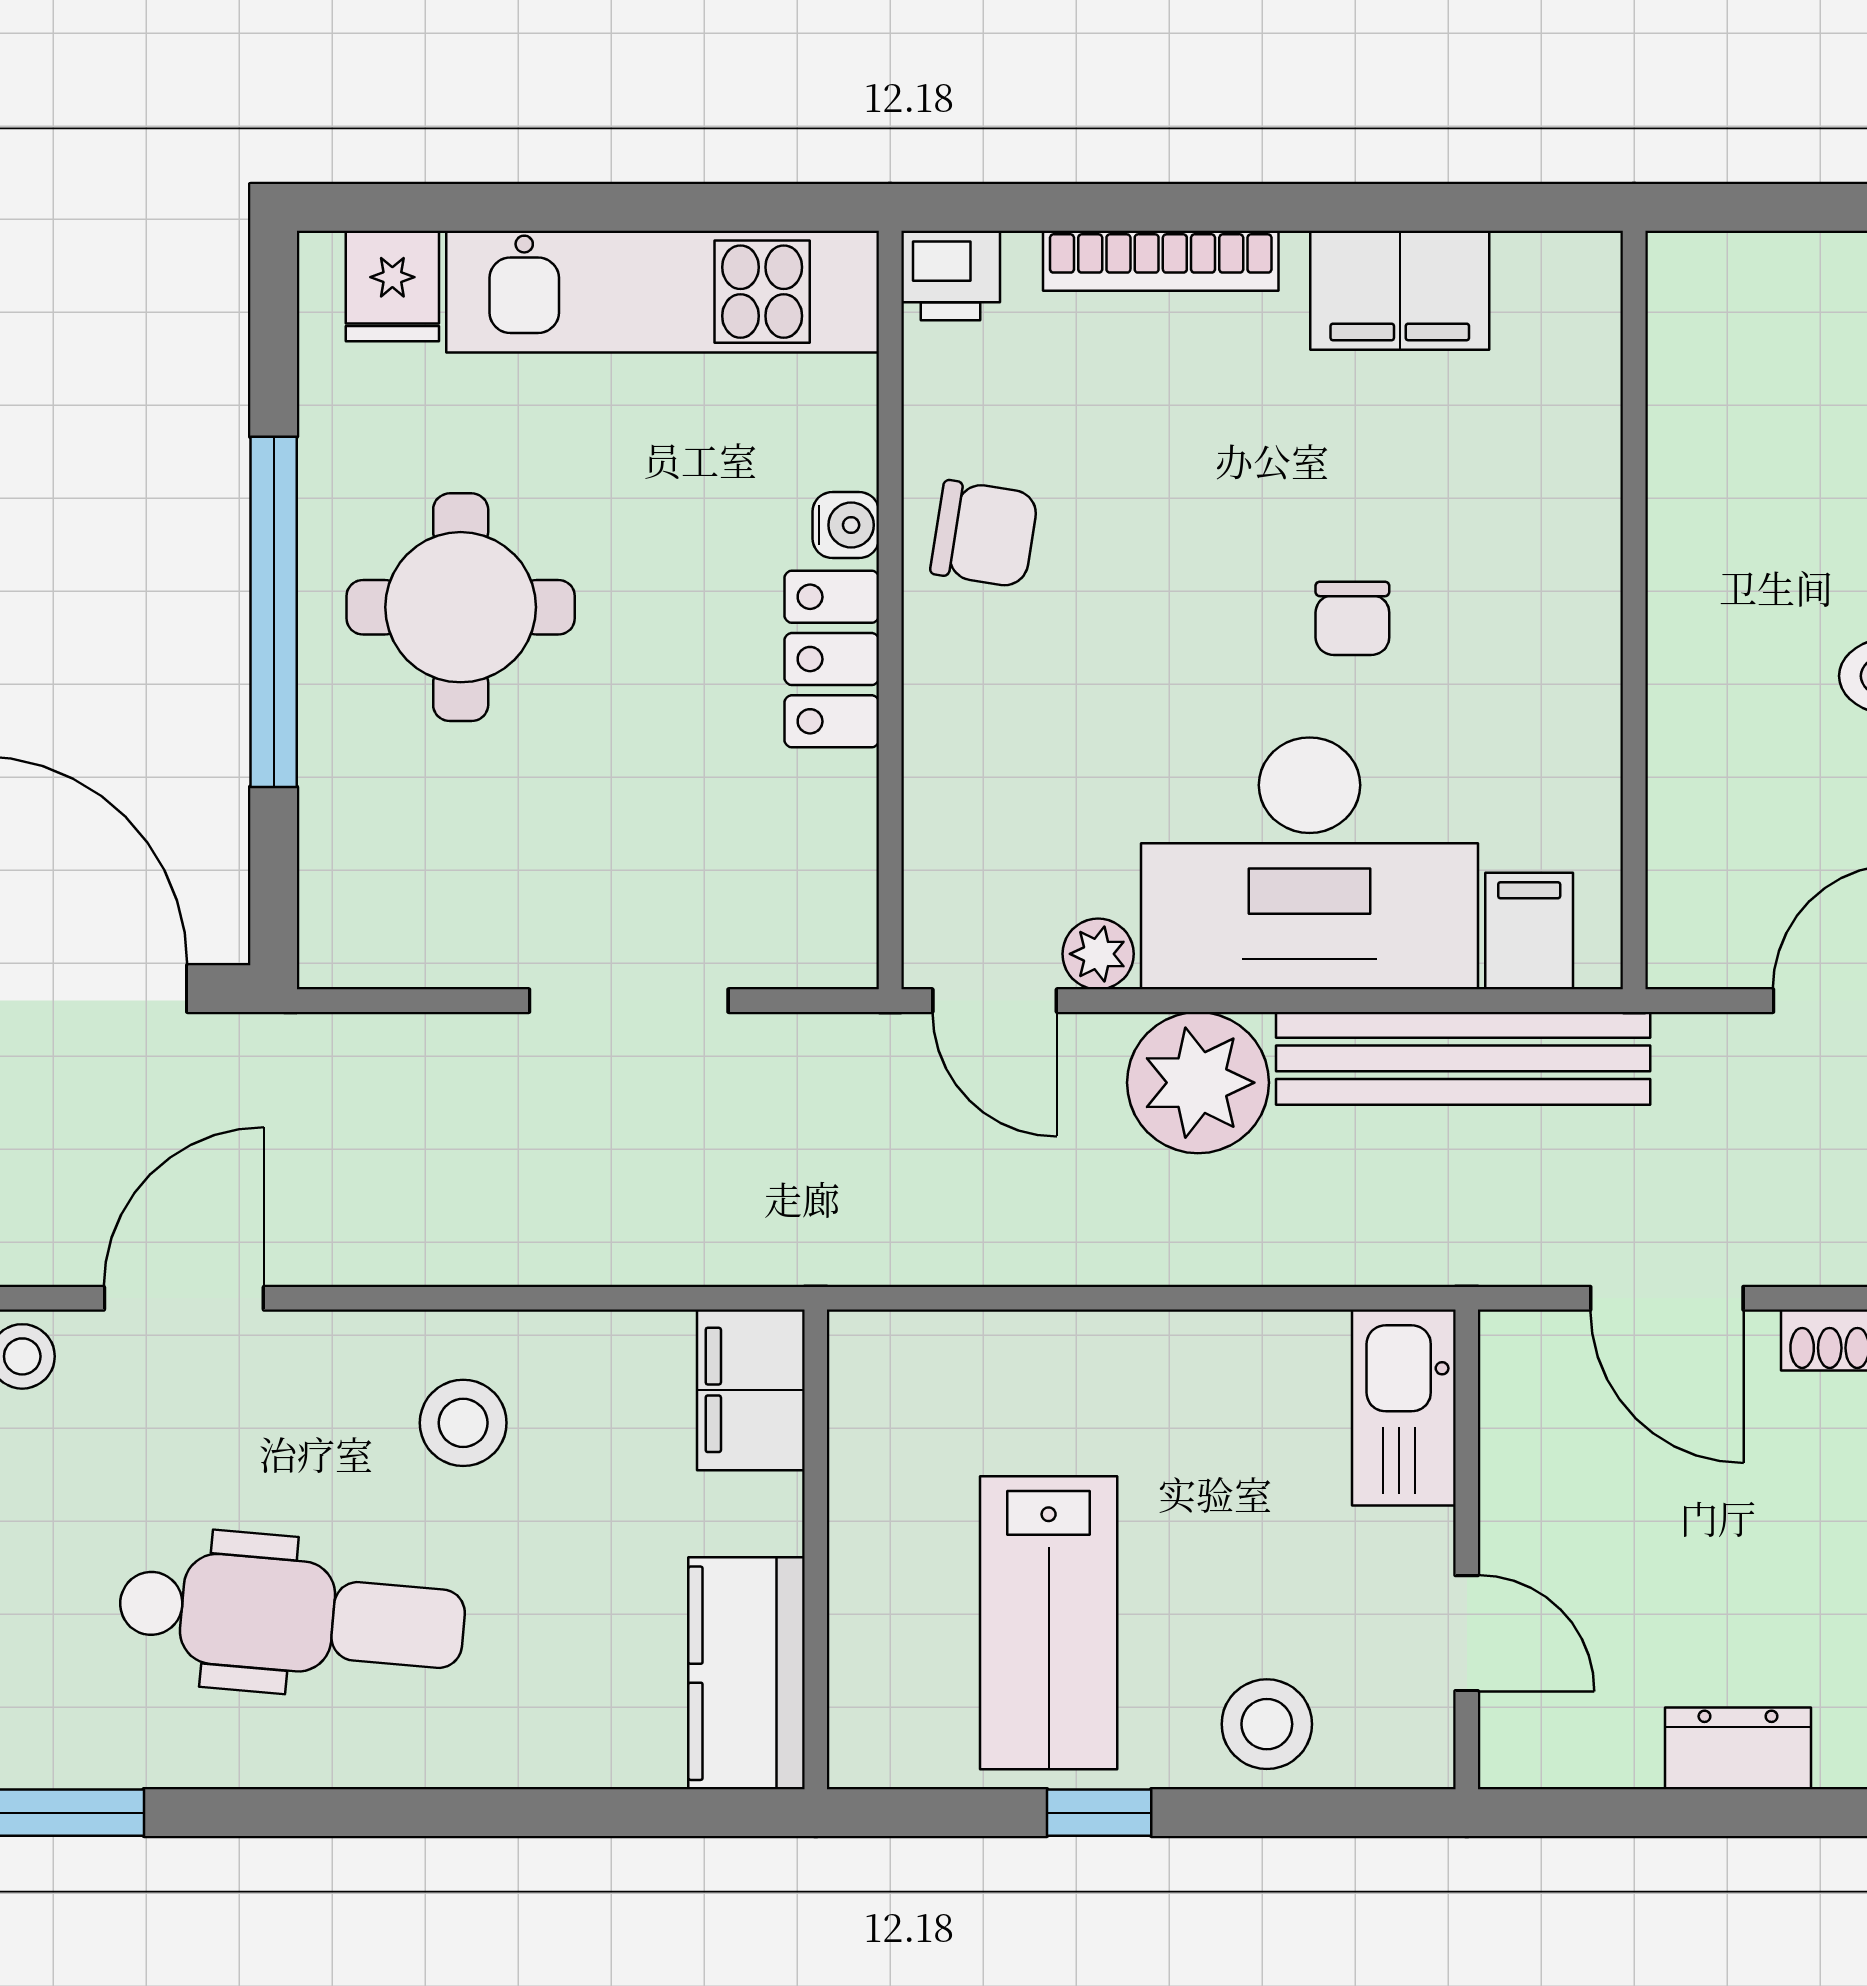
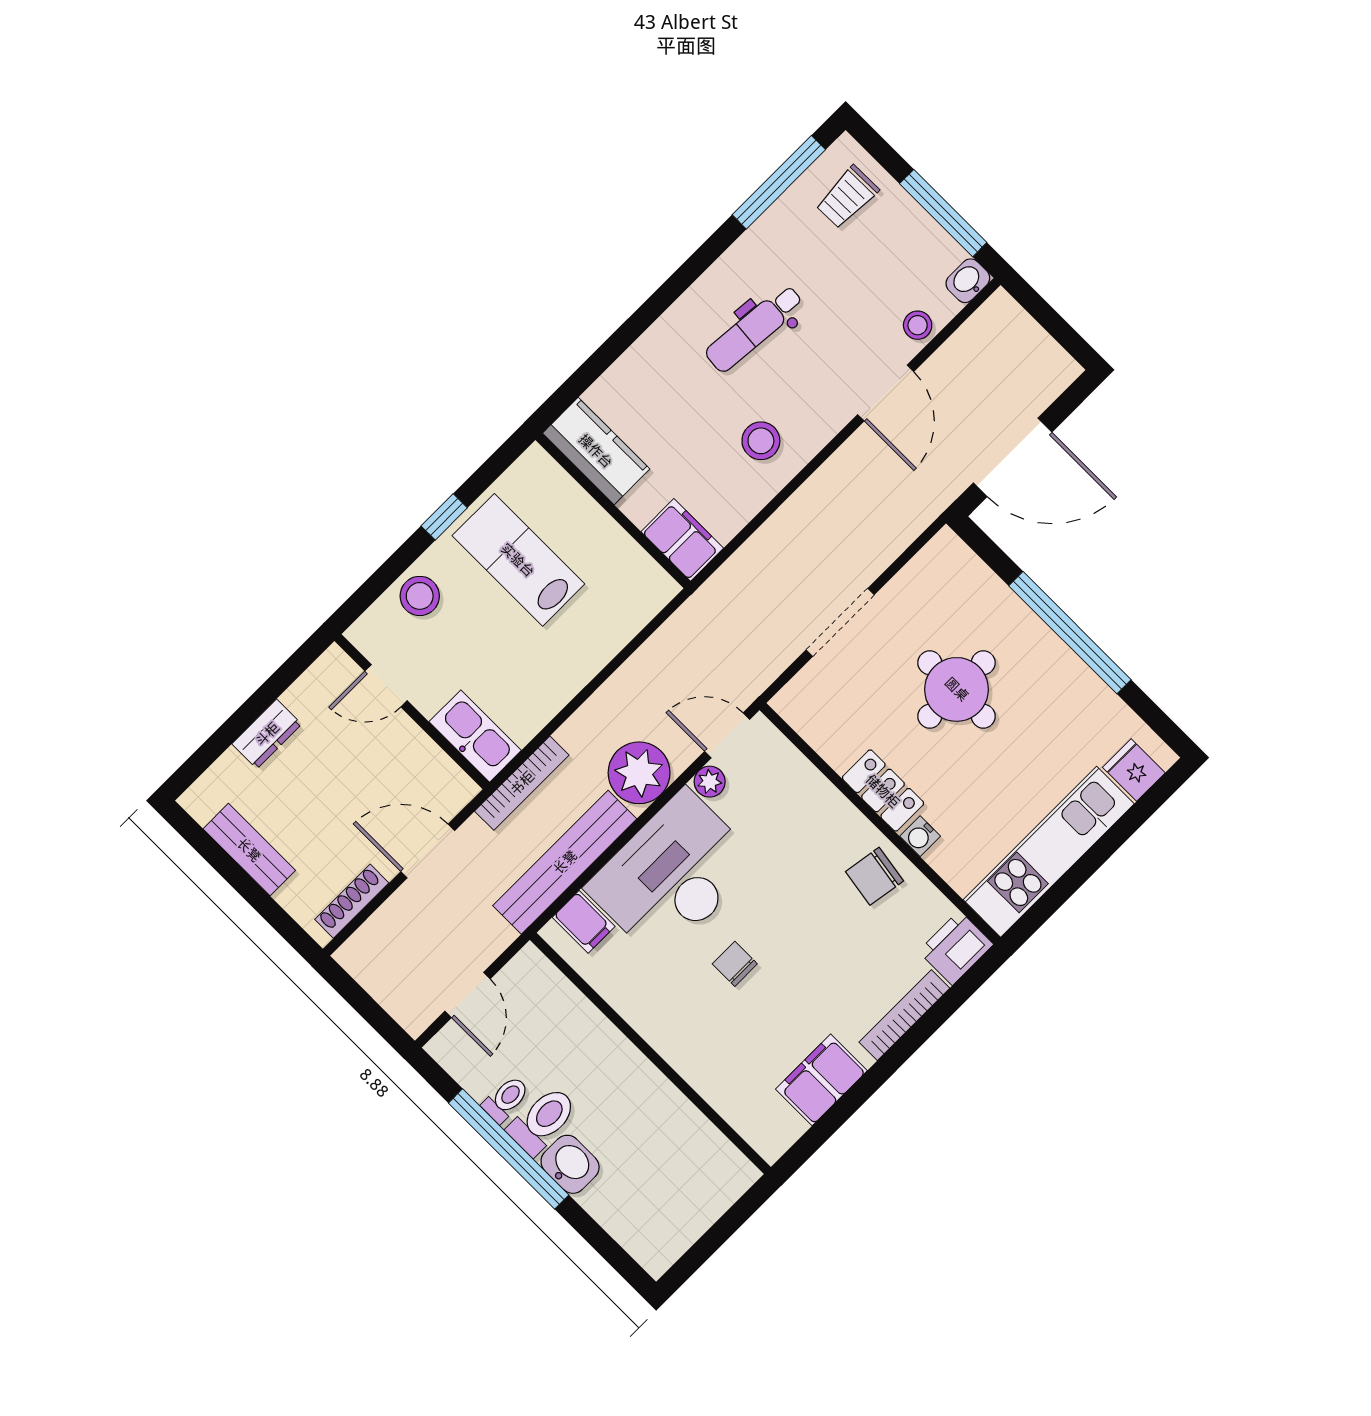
printer: (951, 275) -> (956, 948), width x1.36, depth x1.24
round table: (461, 607) -> (957, 689), moved
bookcase: (1404, 1256) -> (522, 783), added
dental chair: (292, 1616) -> (754, 328), width x0.73, depth x0.72

